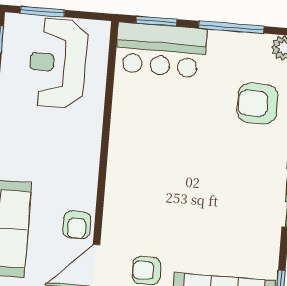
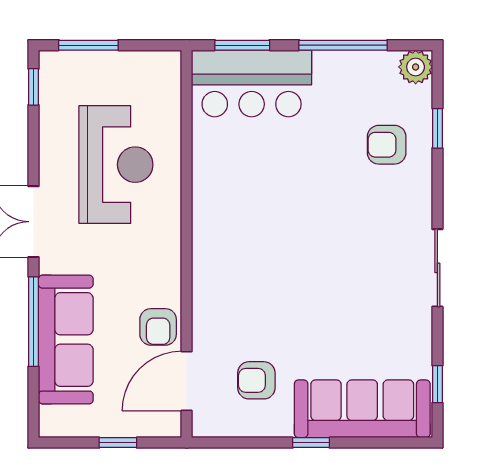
reception desk: (58, 63) -> (116, 165), moved, turned 180
armchair: (257, 104) -> (387, 145), width x0.72, depth x0.72

